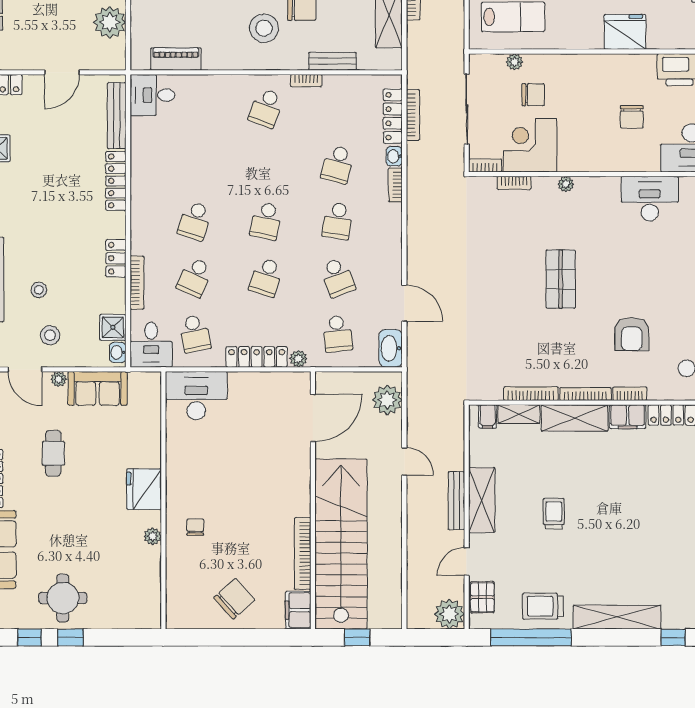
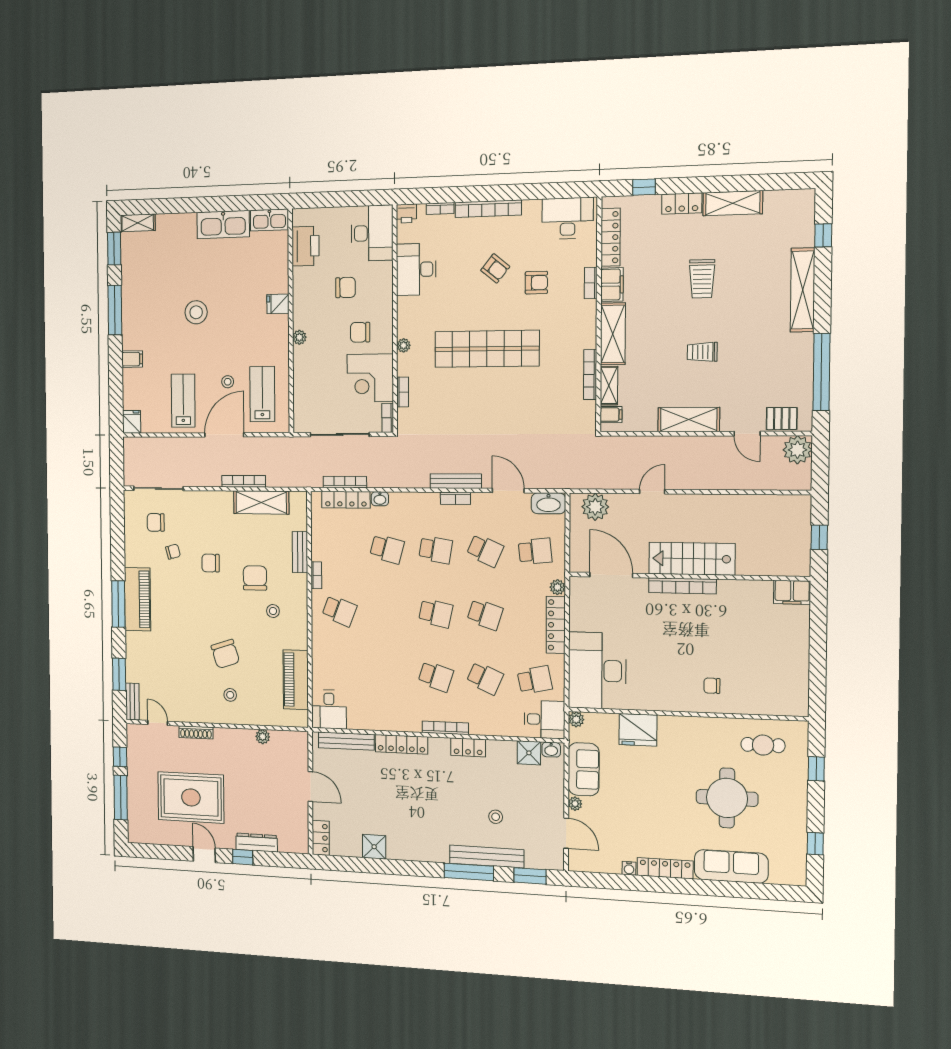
plant: (110, 22) -> (263, 737), width x0.53, depth x0.53
stool: (264, 28) -> (273, 611), width x0.53, depth x0.53
fridge: (625, 32) -> (278, 304), width x0.53, depth x0.75
piano: (176, 59) -> (296, 680), width x1.37, depth x1.33
plant: (514, 62) -> (299, 337), moved
chair: (533, 95) -> (360, 332), moved, turned -90
bookcase: (395, 185) -> (455, 498), moved
school desk: (338, 277) -> (485, 550), turned 45
shop shelf: (561, 279) -> (487, 349), width x2.00, depth x1.36
bookcase: (137, 283) -> (445, 728), moved
armchair: (648, 288) -> (495, 268), added
door: (404, 303) -> (508, 491), hinge flipped
armchair: (632, 334) -> (536, 283), width x0.72, depth x0.72
stool: (50, 335) -> (536, 809), removed
door: (25, 369) -> (566, 833), hinge flipped
bookcase: (586, 394) -> (591, 324), removed
desk: (196, 396) -> (597, 671), width x1.36, depth x1.30
cafe table: (53, 453) -> (763, 745), moved
fridge: (144, 489) -> (638, 730), moved
bench: (456, 501) -> (456, 481), moved
plant: (153, 536) -> (576, 719), moved
stairs: (341, 544) -> (692, 559), width x0.54, depth x0.66
bookcase: (303, 553) -> (682, 586), moved
round table: (63, 598) -> (727, 798), moved, width x1.36, depth x1.36
chair: (234, 599) -> (780, 652), removed
trolley: (543, 606) -> (702, 279), moved
window: (70, 637) -> (816, 769), moved

